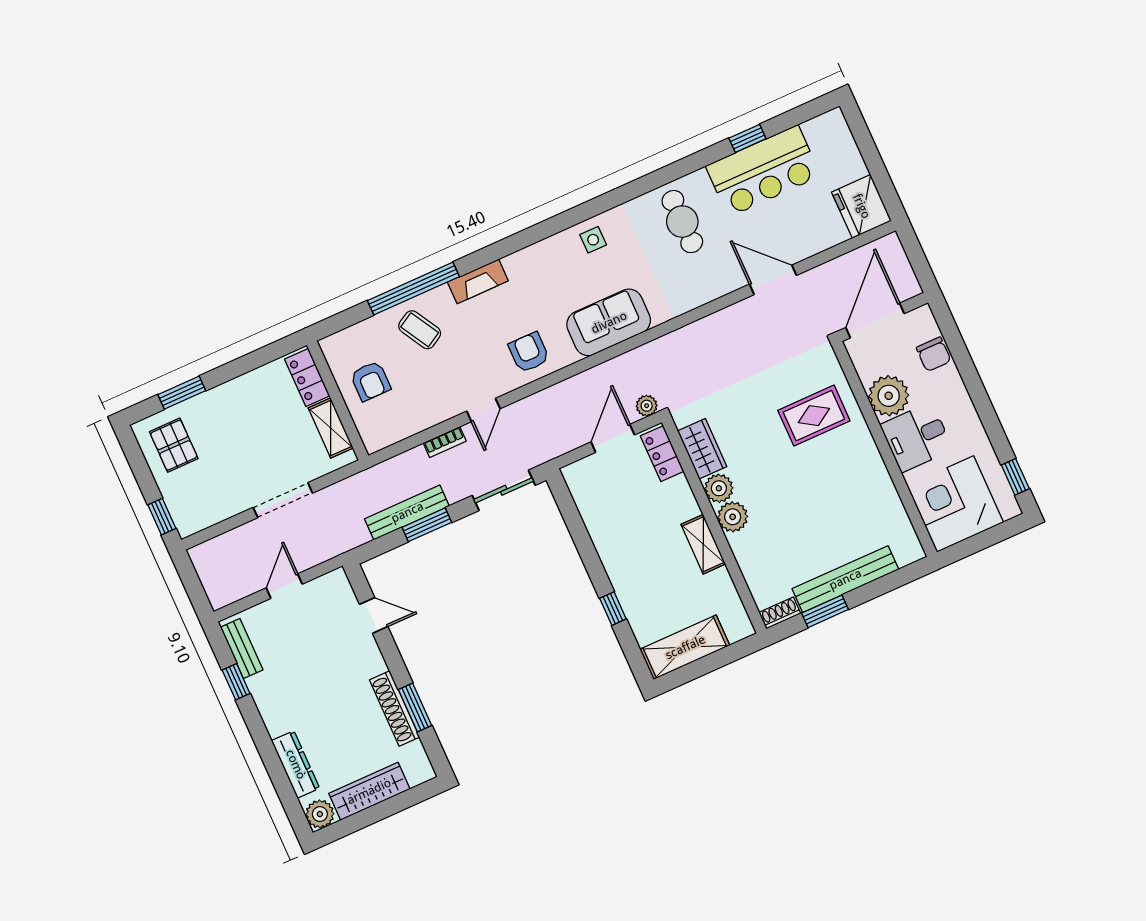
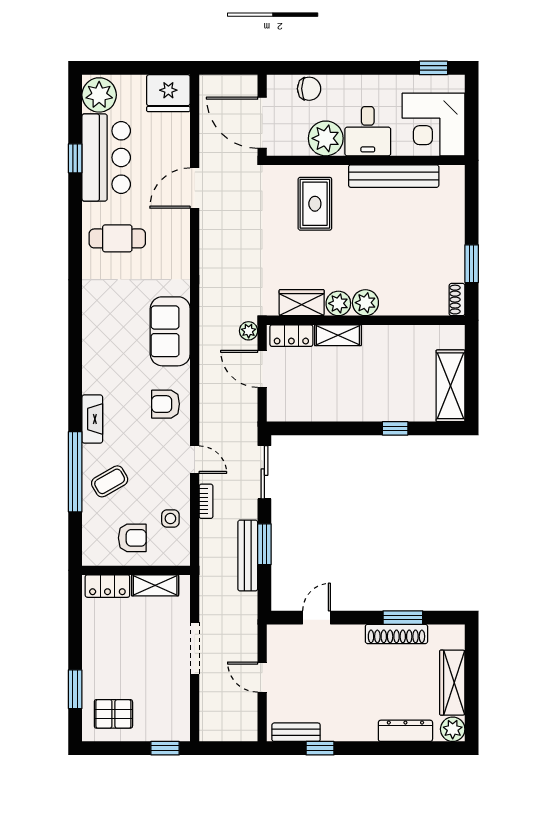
plant: (826, 134) -> (99, 95), added
side table: (593, 240) -> (170, 519), moved
shelving: (703, 544) -> (338, 335), moved
bench: (845, 579) -> (394, 176), moved, turned 90

